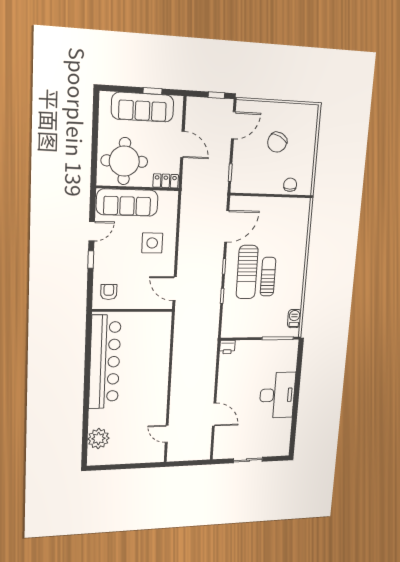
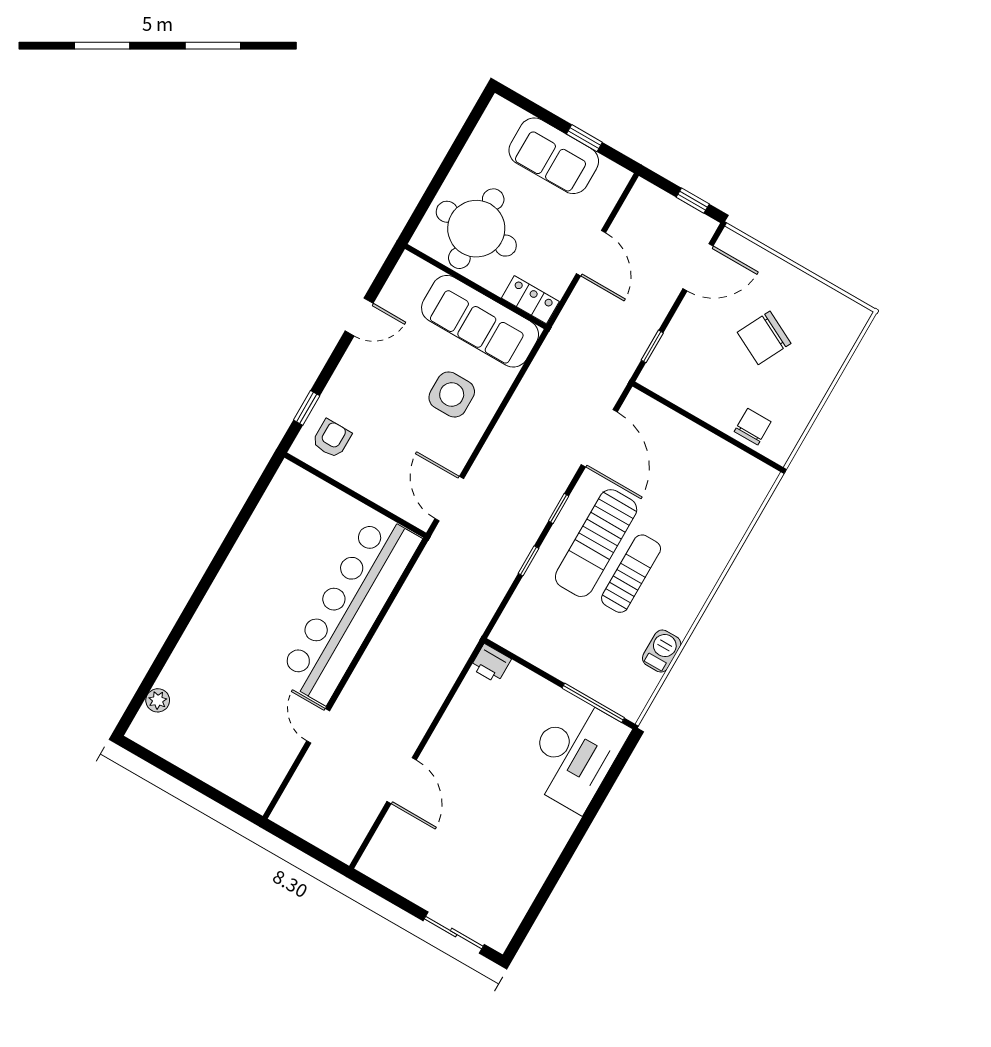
sofa: (143, 107) -> (554, 156), width x0.73
sofa: (127, 202) -> (480, 321), moved
door: (227, 226) -> (599, 438), hinge flipped
window: (91, 260) -> (307, 408), moved
barbecue: (294, 319) -> (662, 651), moved
bar counter: (105, 362) -> (349, 608), moved, turned 180
desk: (277, 395) -> (575, 754), moved
door: (167, 434) -> (318, 726), moved
plant: (98, 439) -> (158, 700), width x0.53, depth x0.53
sliding door: (248, 460) -> (454, 933), moved

